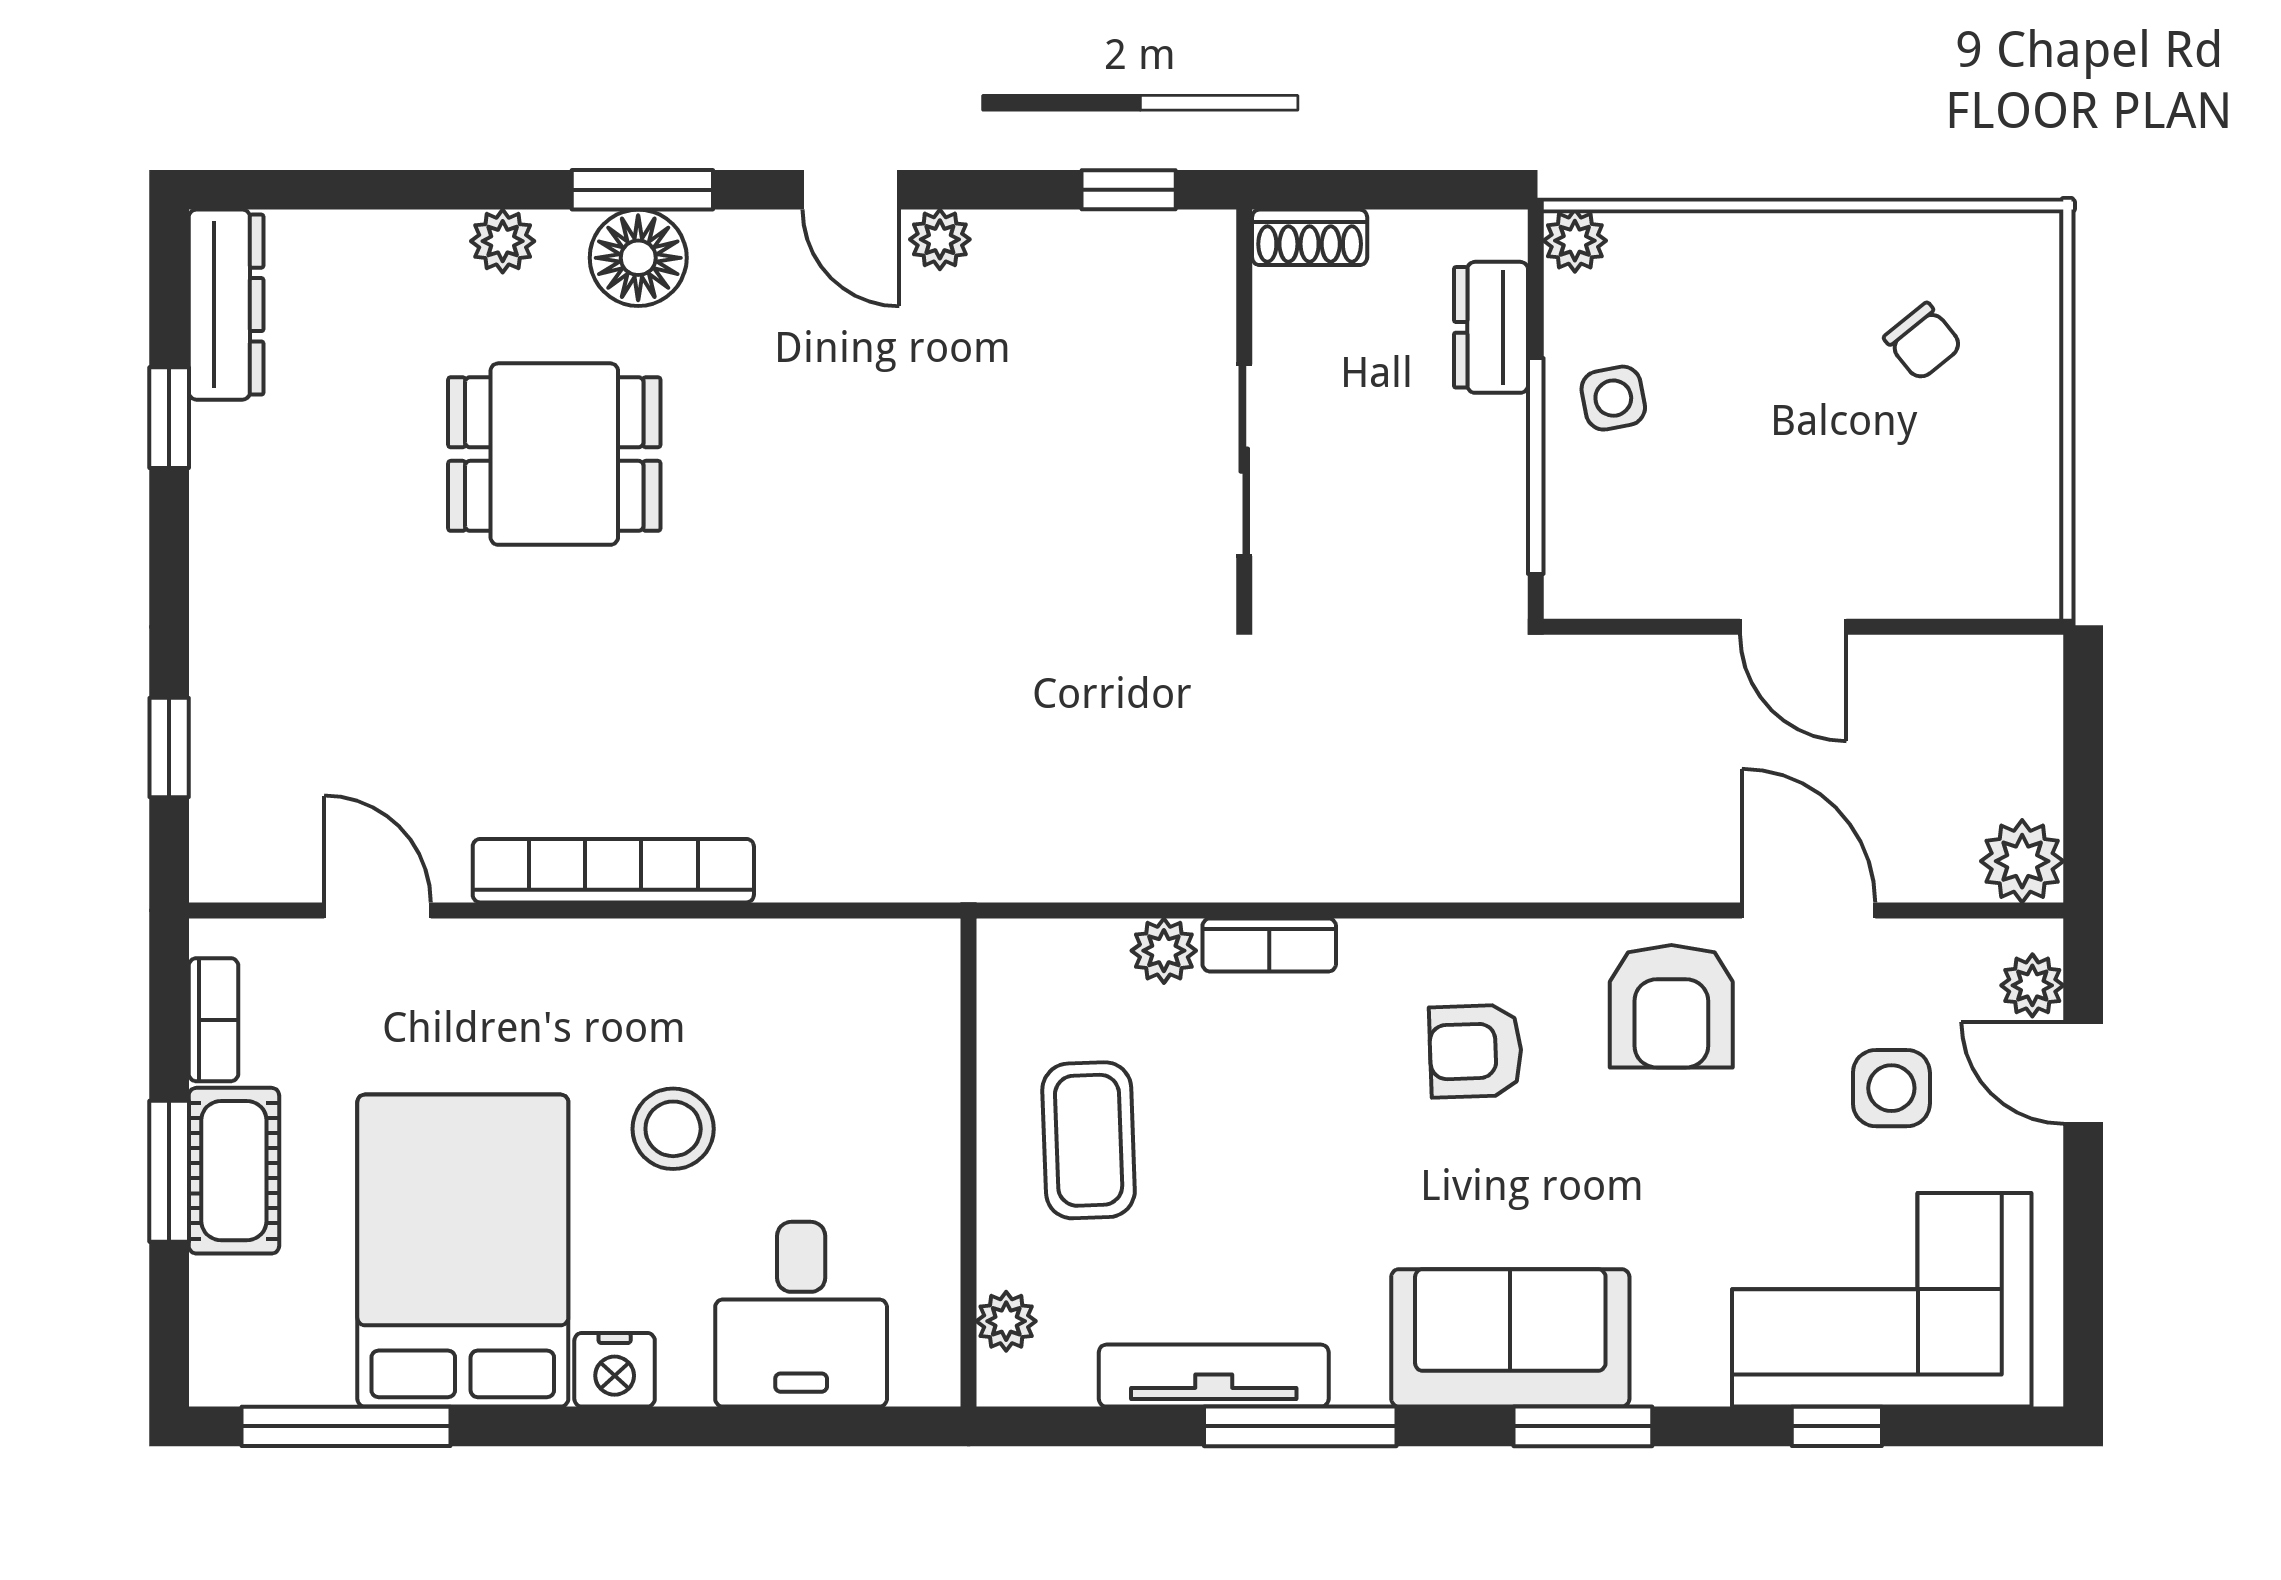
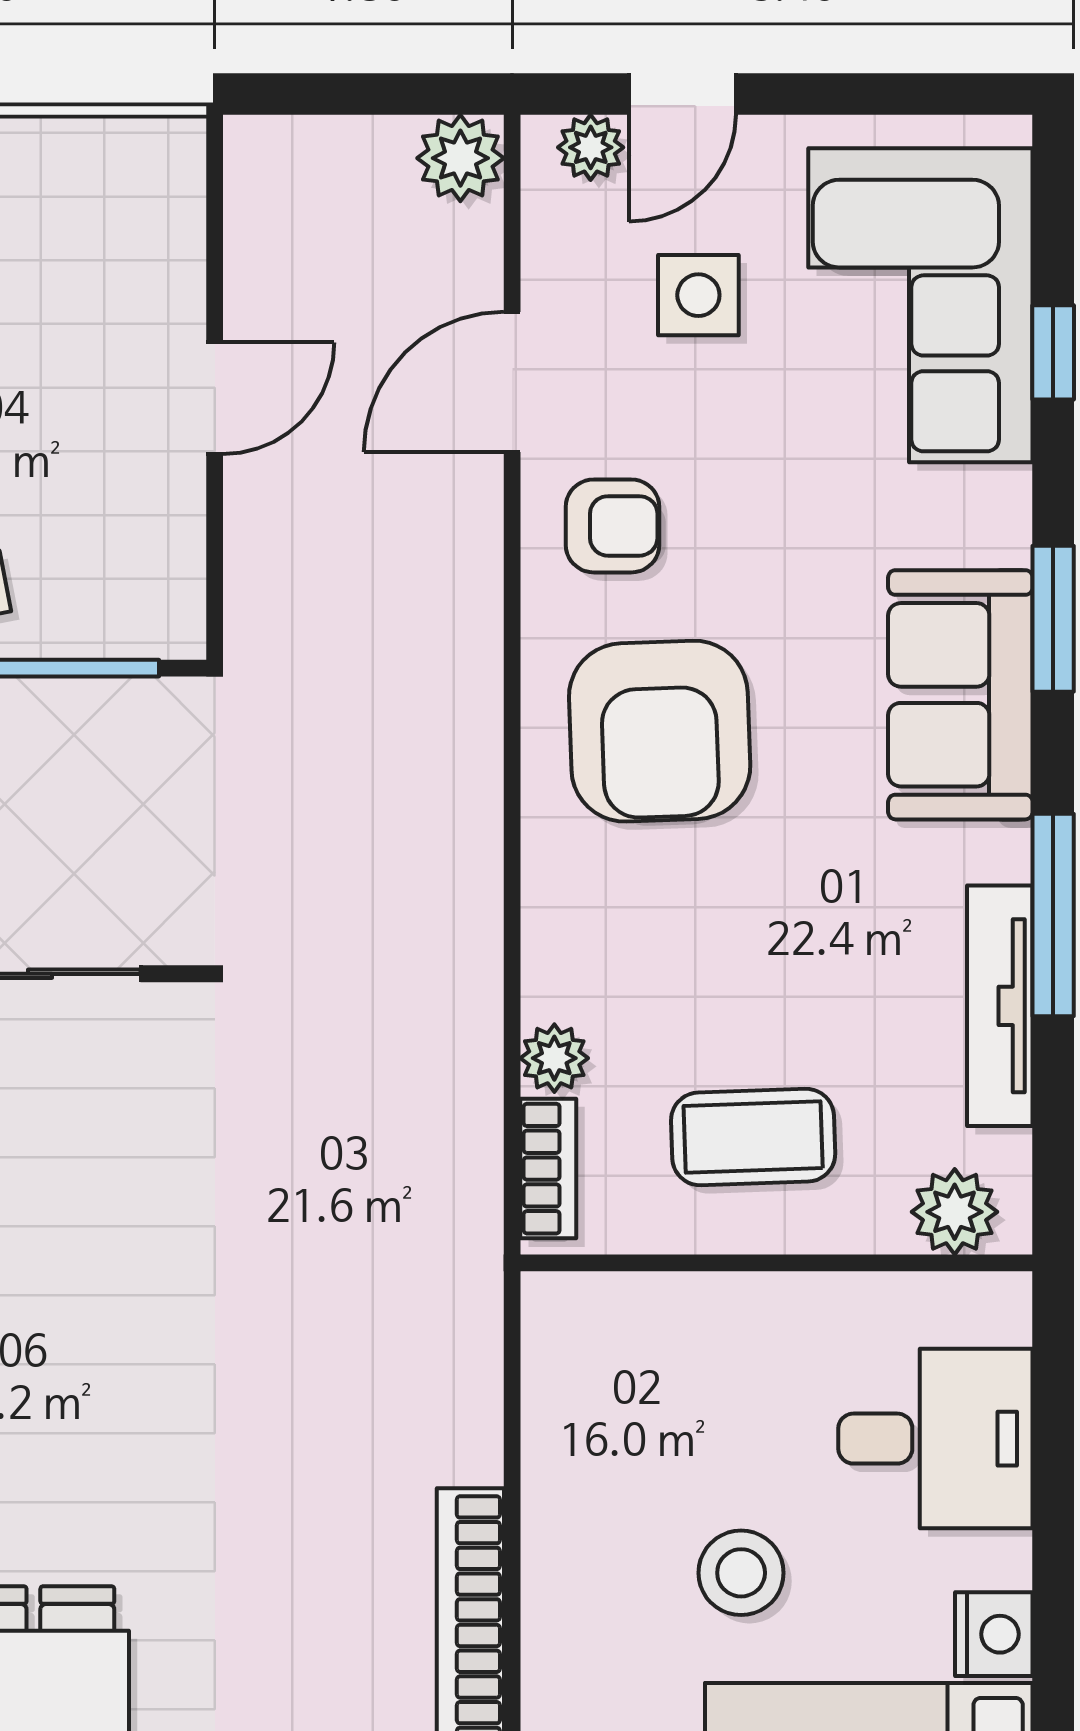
bookcase: (1269, 945) -> (548, 1169), moved
armchair: (1671, 1006) -> (612, 526), width x0.72, depth x0.72
armchair: (1476, 1051) -> (660, 731), width x1.88, depth x1.88
plant: (1006, 1321) -> (955, 1212), width x1.38, depth x1.38

